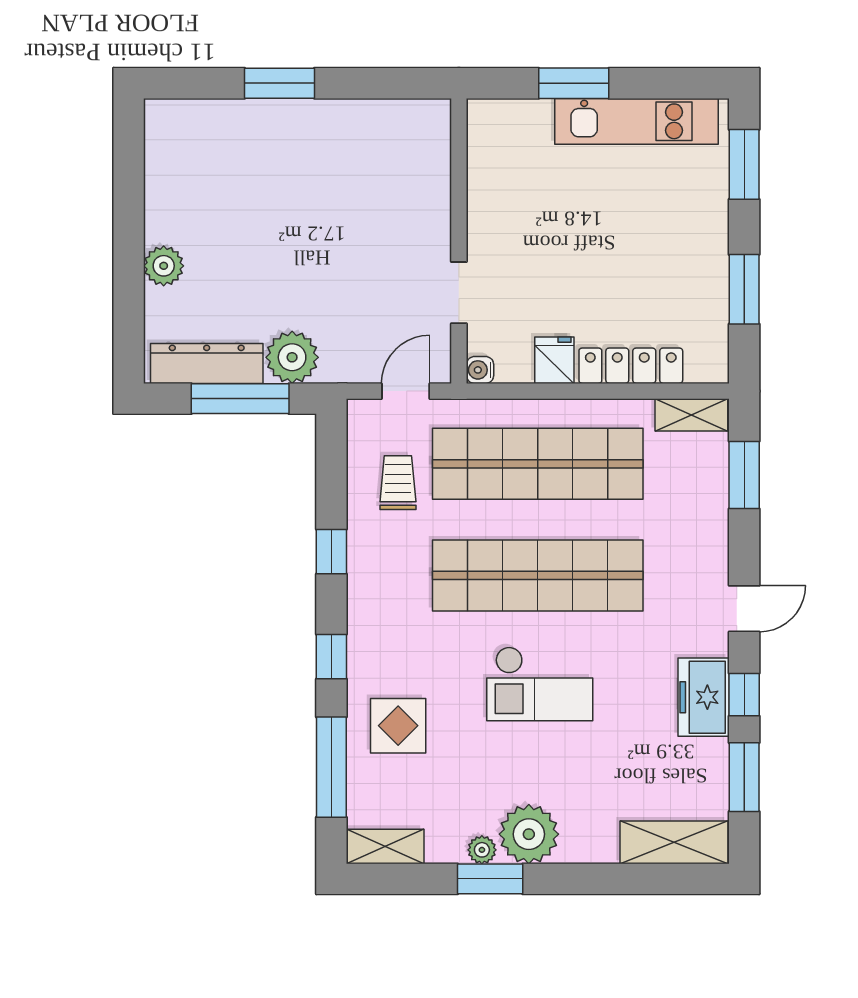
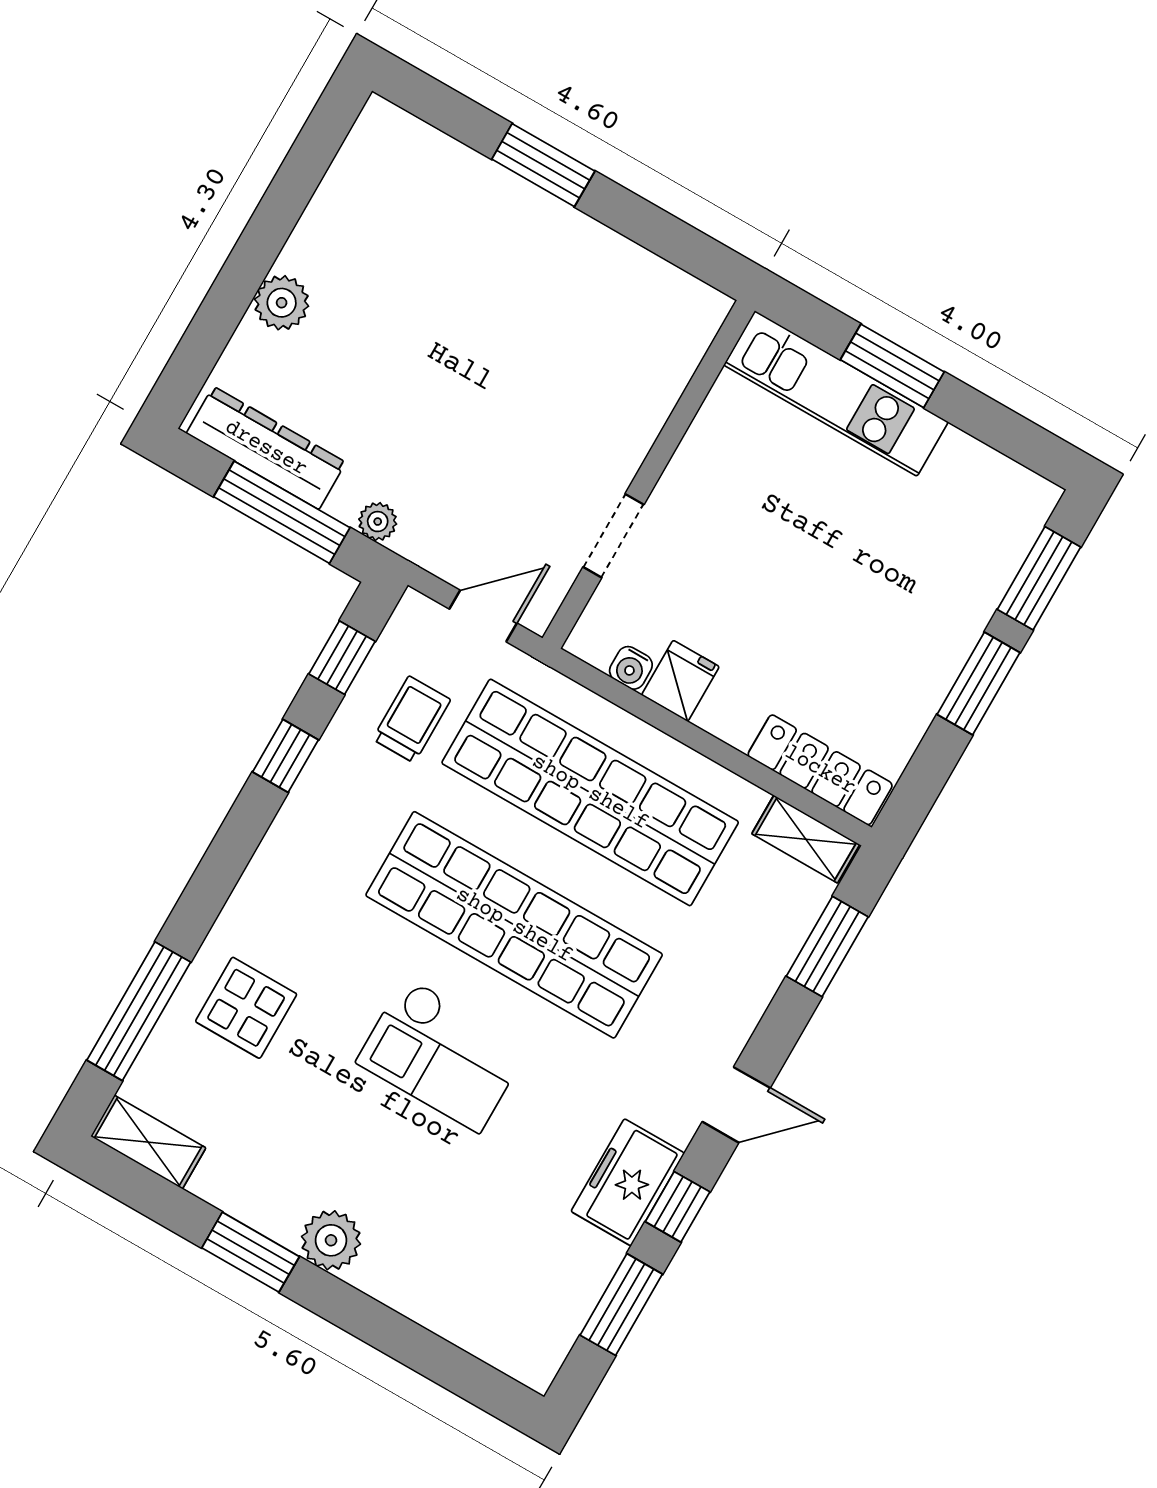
kitchen unit: (636, 121) -> (836, 393), moved
window: (744, 289) -> (978, 684), moved
plant: (292, 357) -> (378, 522), width x0.53, depth x0.53
locker: (631, 366) -> (820, 770), moved
water cooler: (480, 370) -> (631, 668), moved, turned -90
window: (331, 657) -> (342, 658), moved
plant: (529, 834) -> (331, 1240), width x0.73, depth x0.73
shelving: (674, 842) -> (494, 1334), removed
plant: (482, 850) -> (261, 1212), removed

